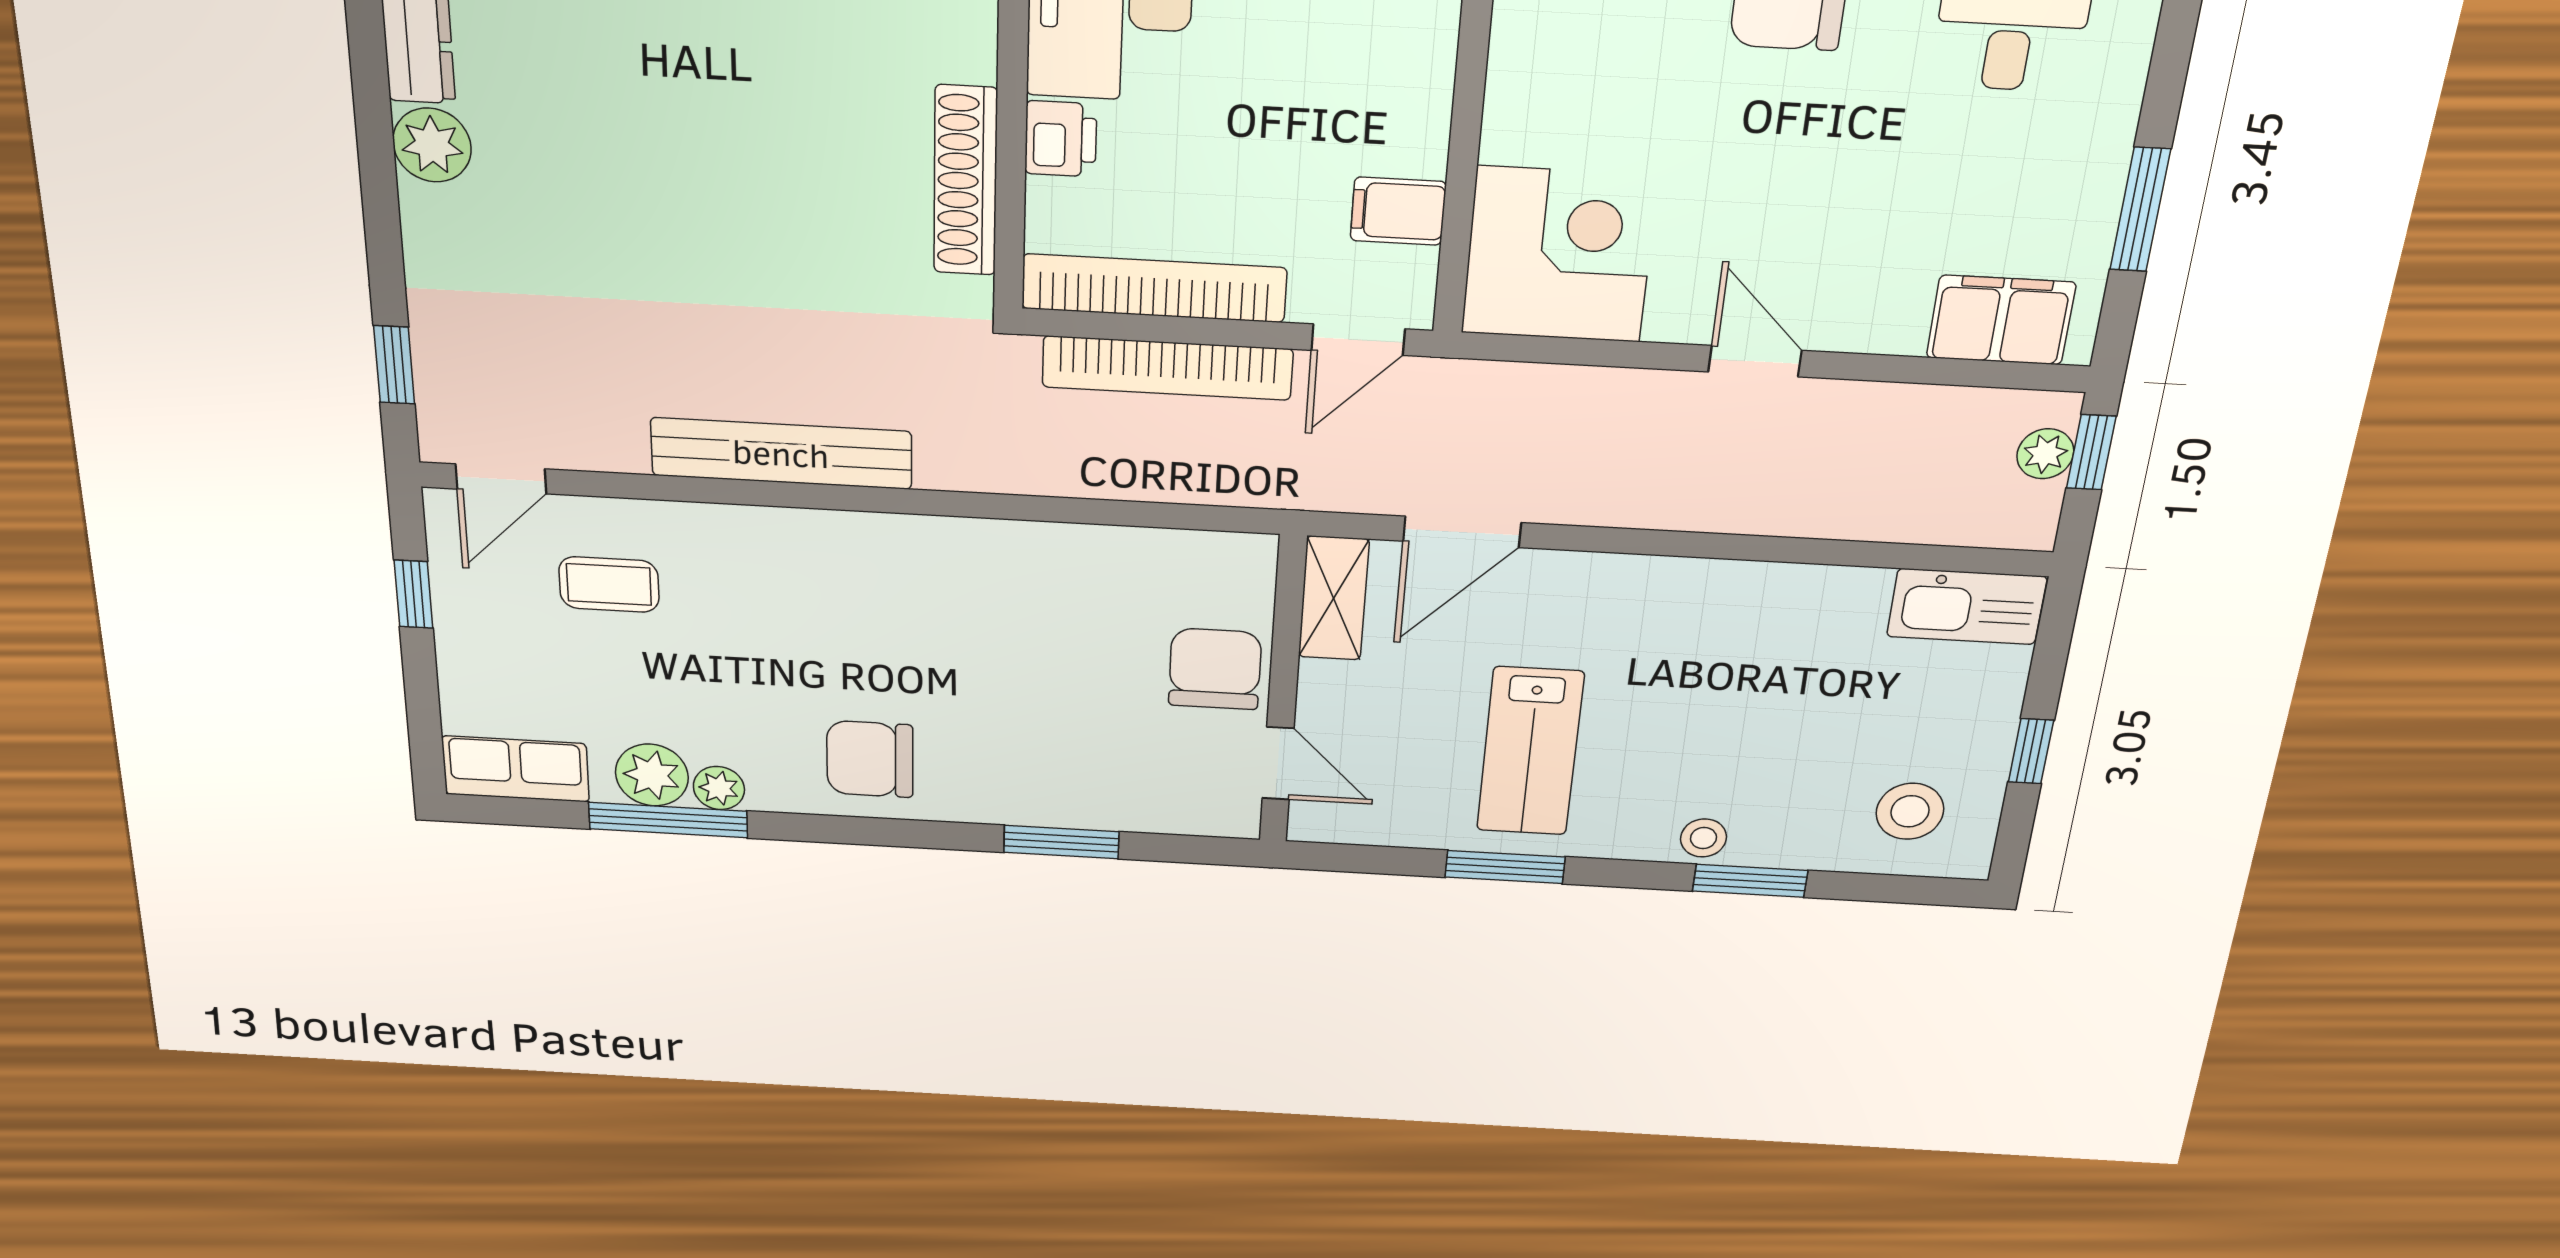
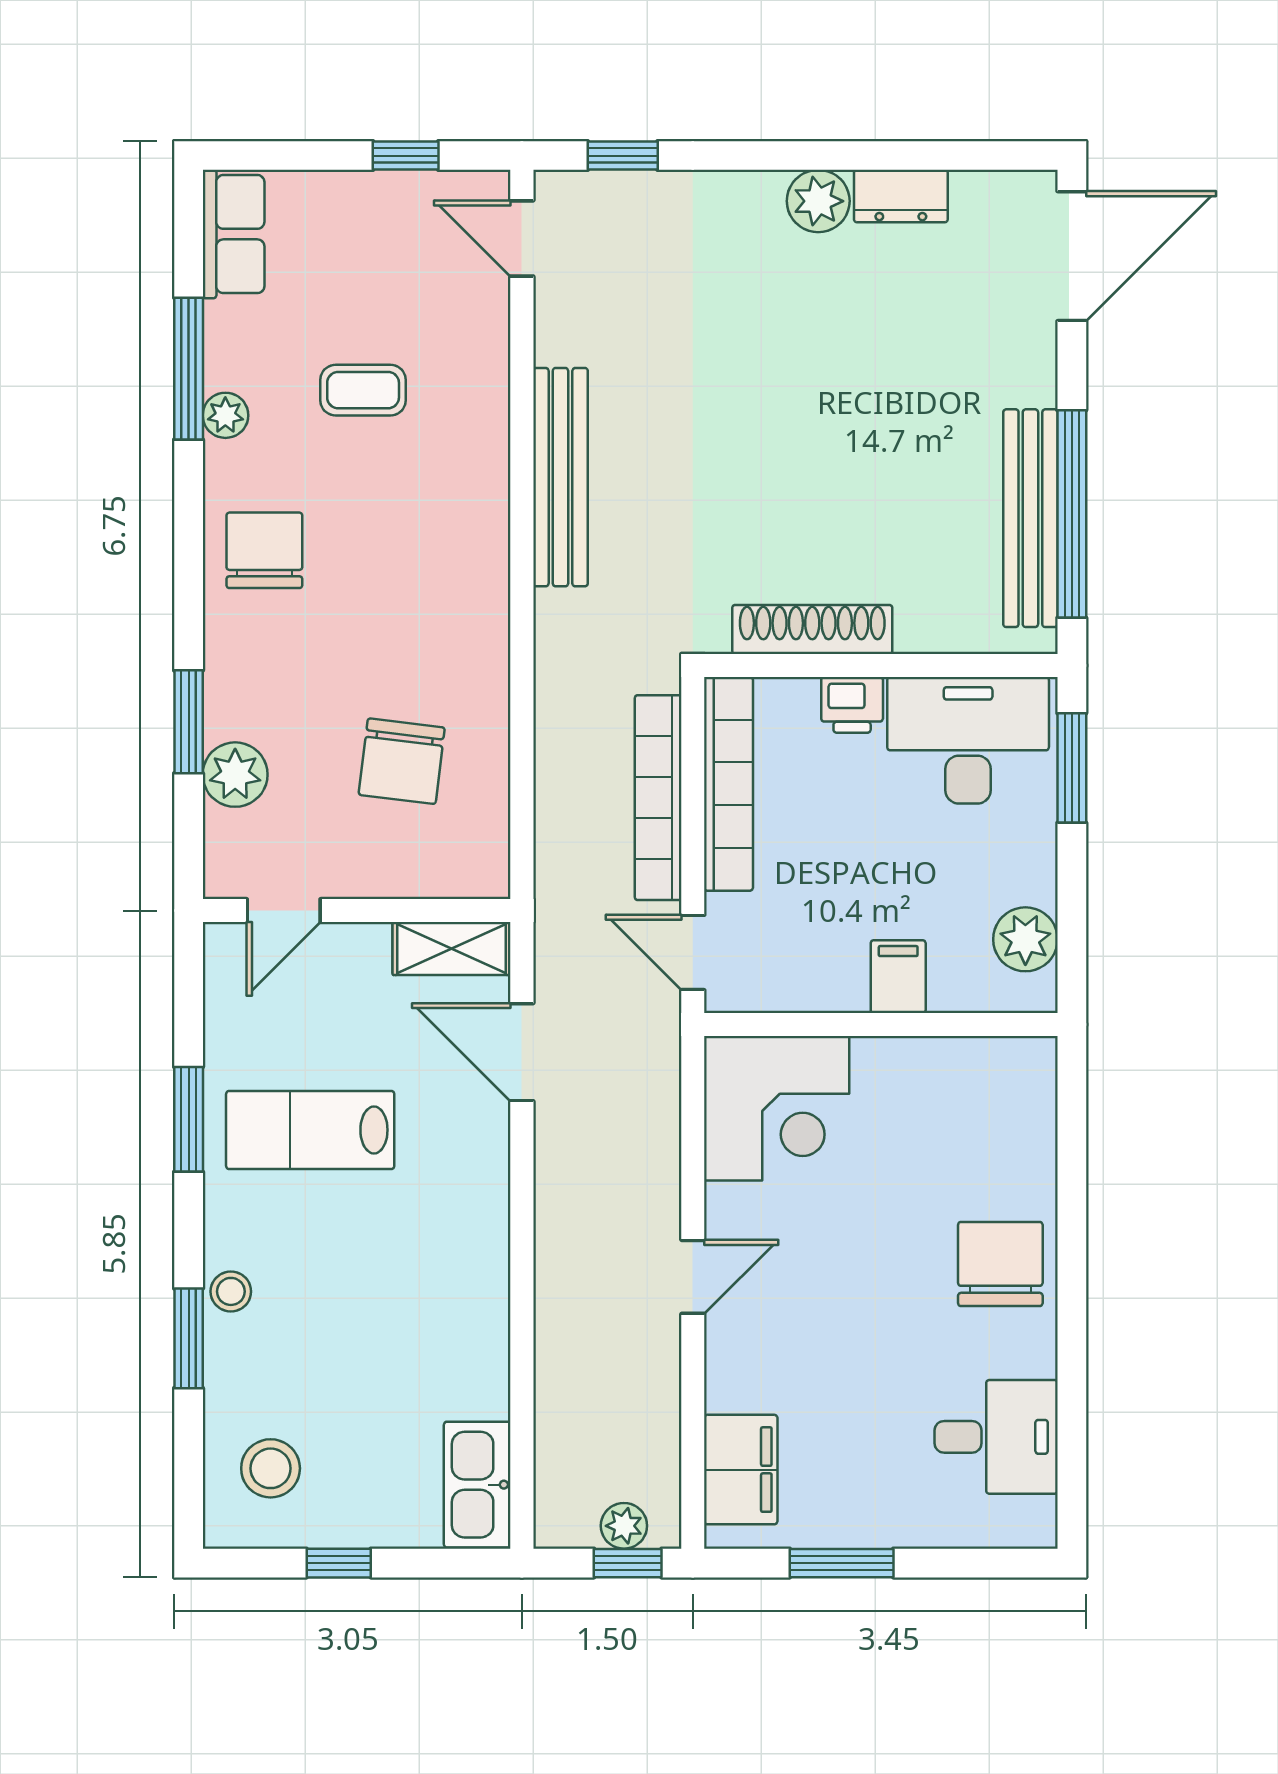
filing cabinet: (1398, 211) -> (898, 977), moved
coffee table: (609, 584) -> (363, 390), moved, turned 90
chair: (1215, 669) -> (402, 761), moved, turned 97
plant: (652, 775) -> (235, 775), moved

